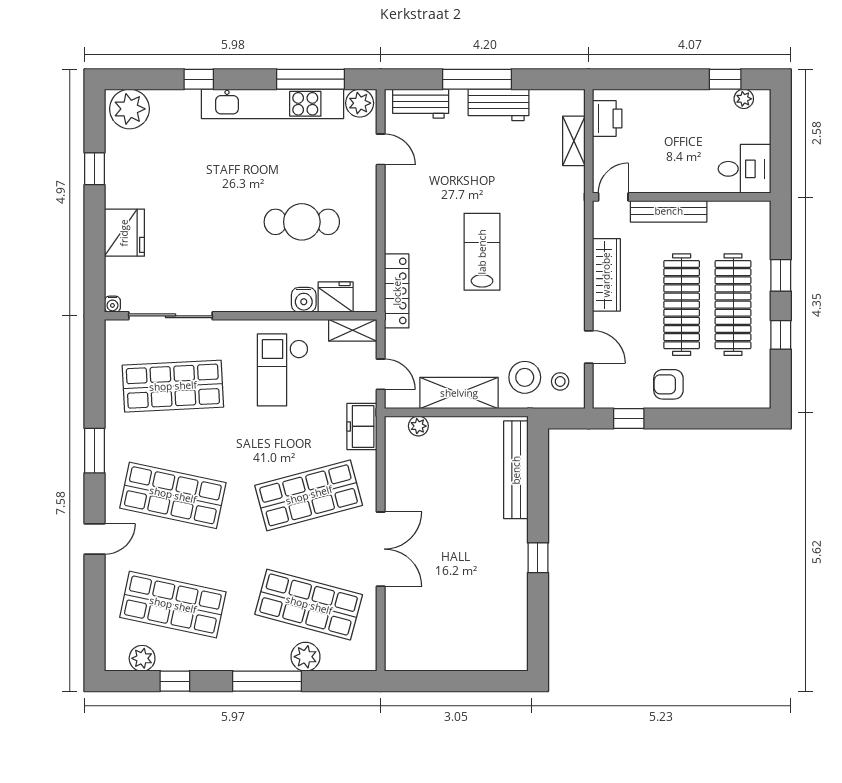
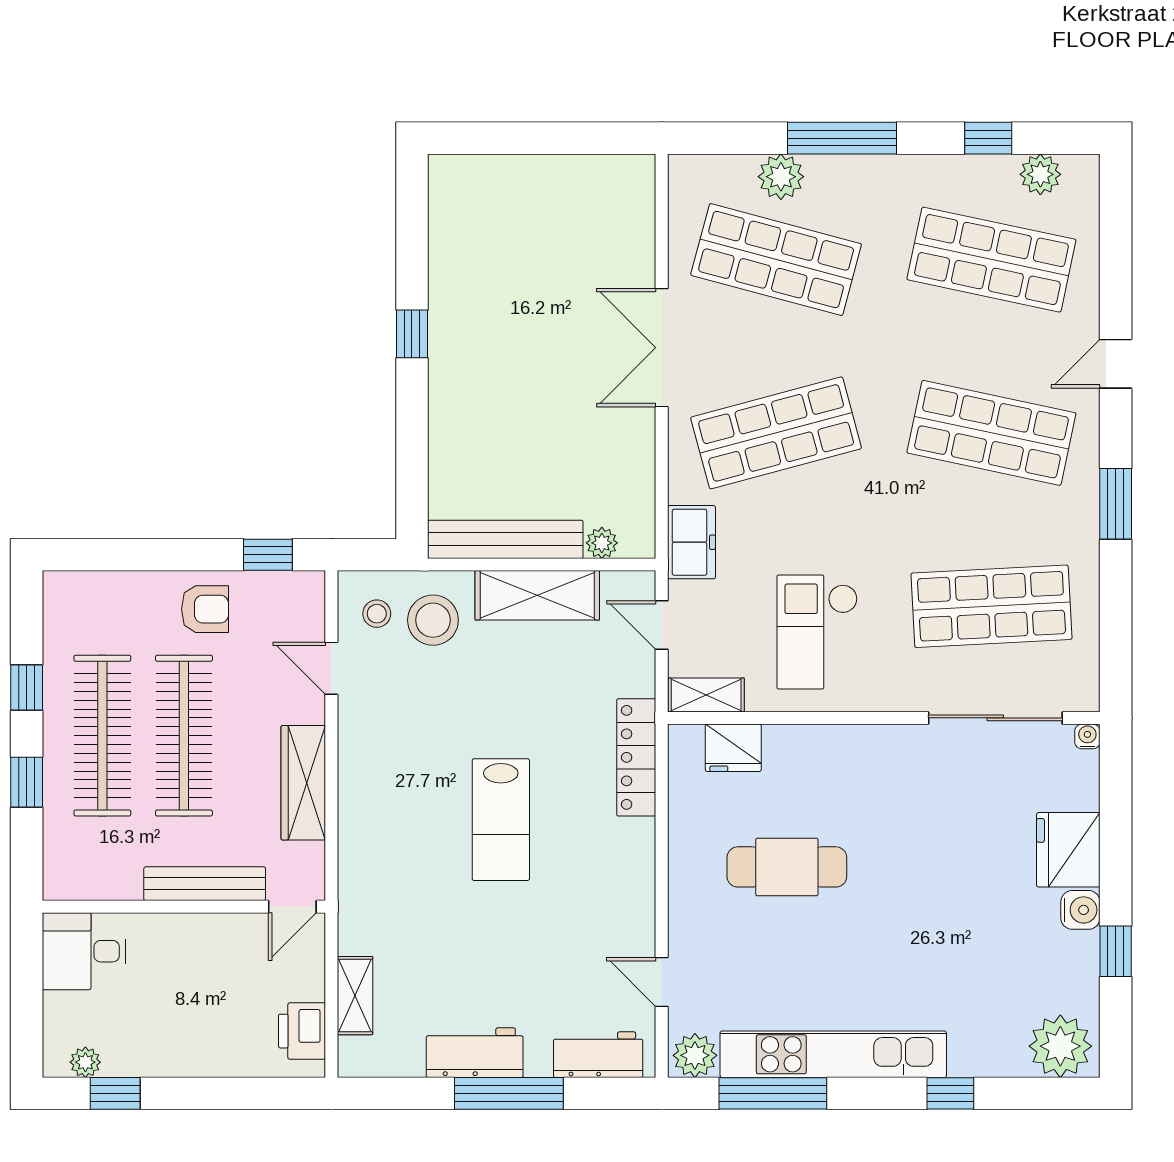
water cooler: (304, 300) -> (1080, 910), moved, turned 90
checkout: (283, 370) -> (817, 632), turned 180
bench: (516, 470) -> (505, 539), moved, turned 90

